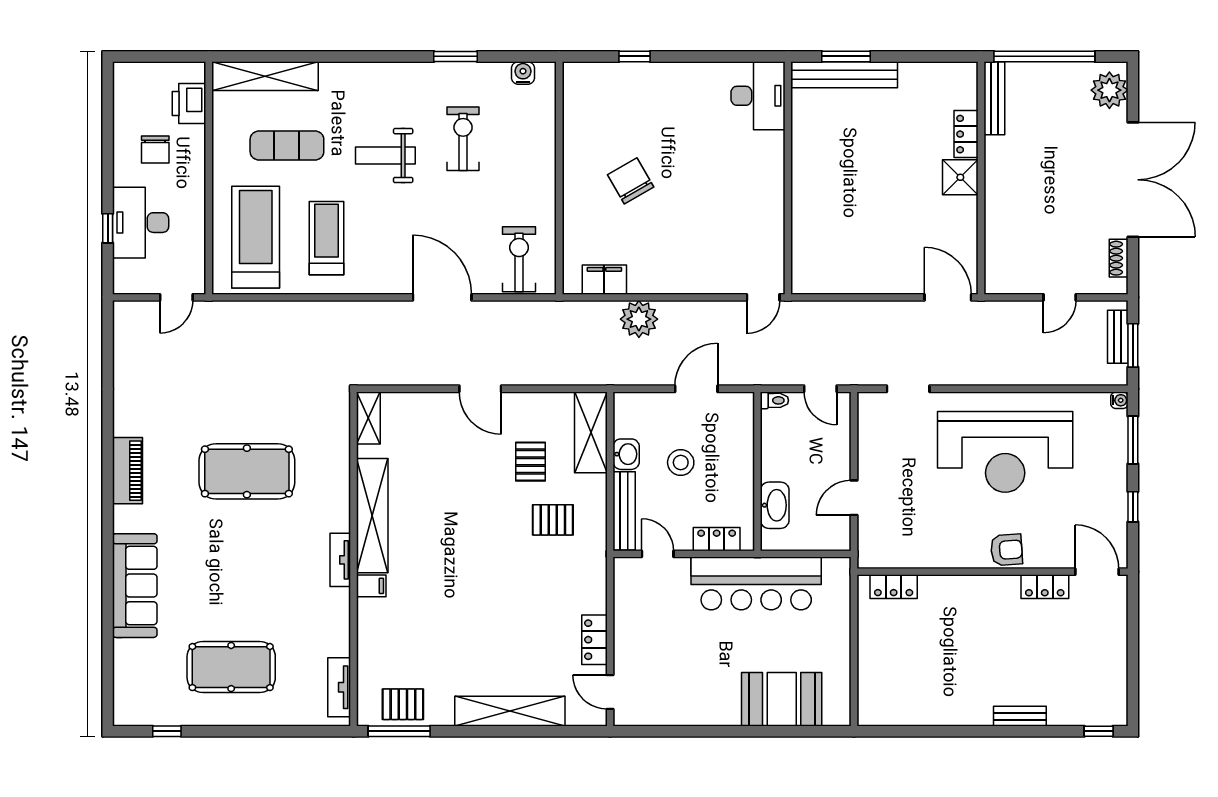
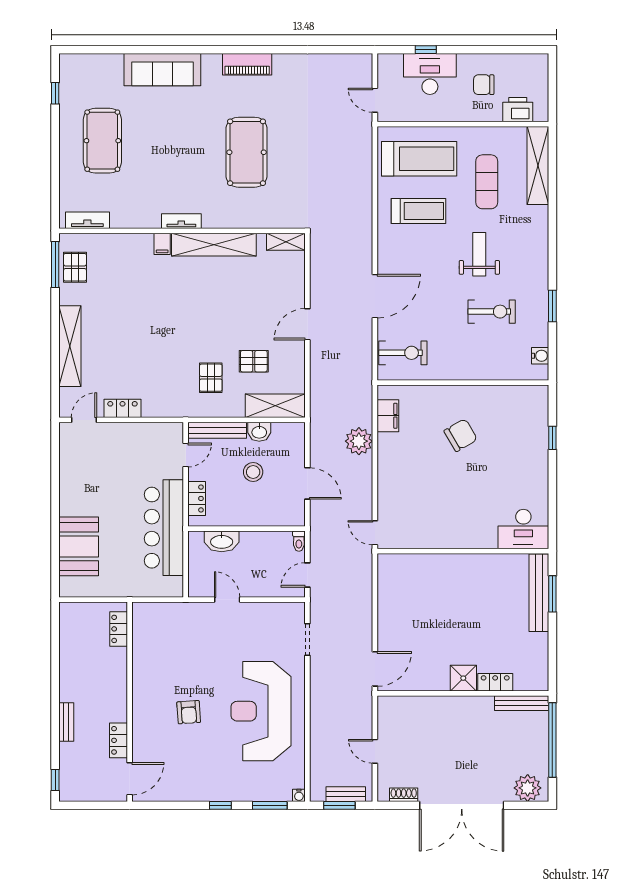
wall: (992, 572) -> (130, 702), moved
door: (1097, 572) -> (130, 779), moved
locker: (894, 587) -> (119, 629), moved
locker: (1045, 587) -> (118, 740), moved

